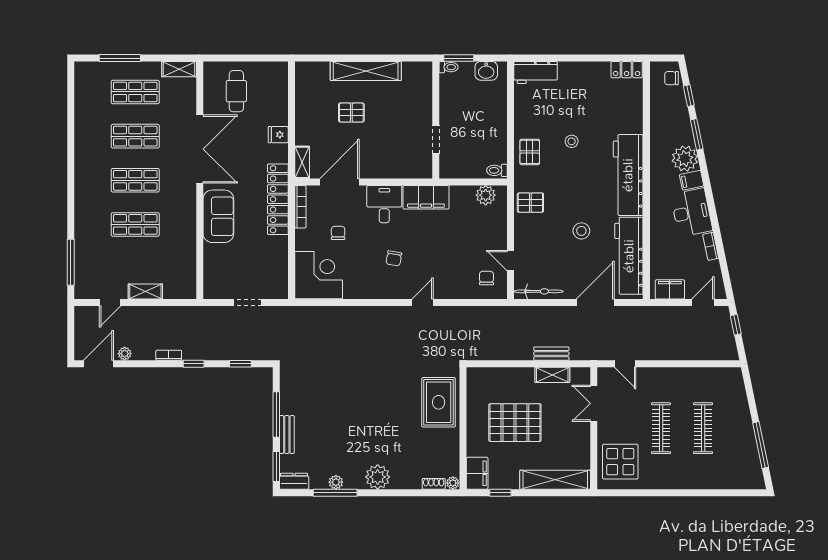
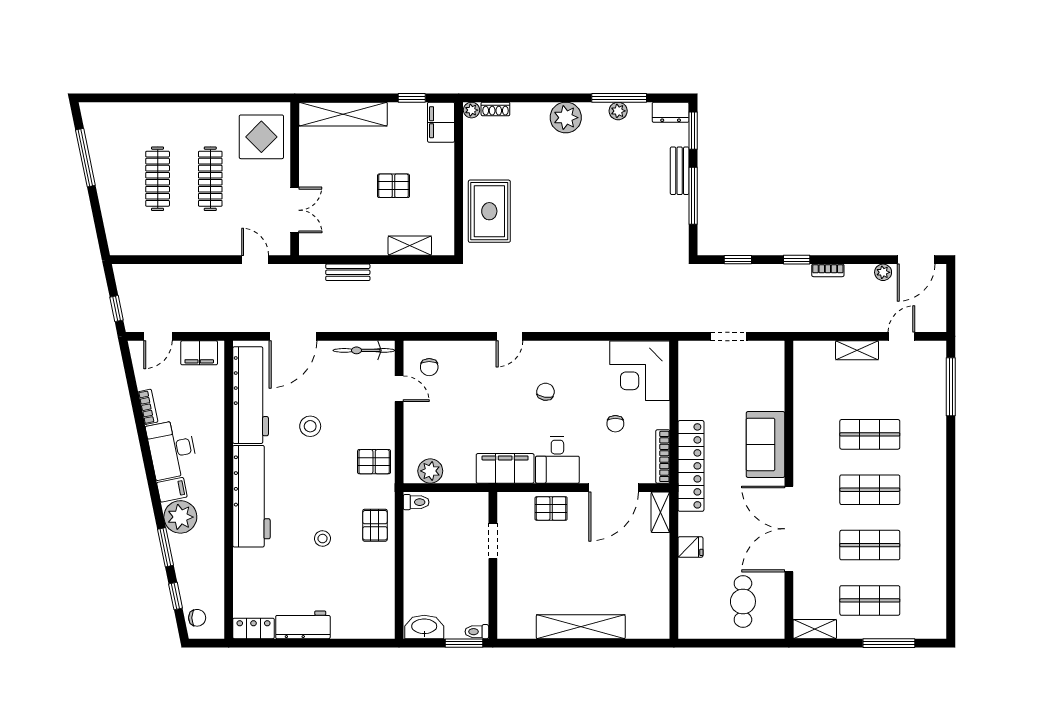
washbasin: (486, 71) -> (424, 627), width x1.38
workbench: (536, 73) -> (303, 625), moved
pallet: (351, 113) -> (551, 509), moved
shelving: (552, 375) -> (410, 246), moved
pallet: (515, 423) -> (393, 186), width x0.49, depth x0.50

